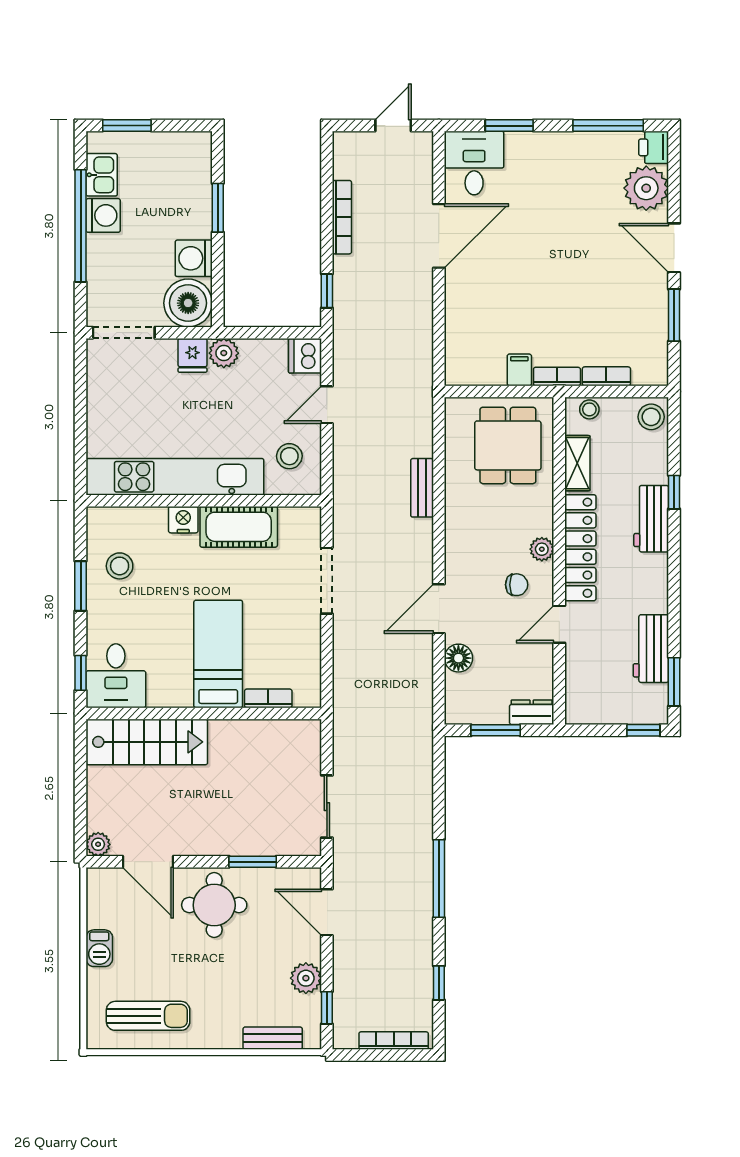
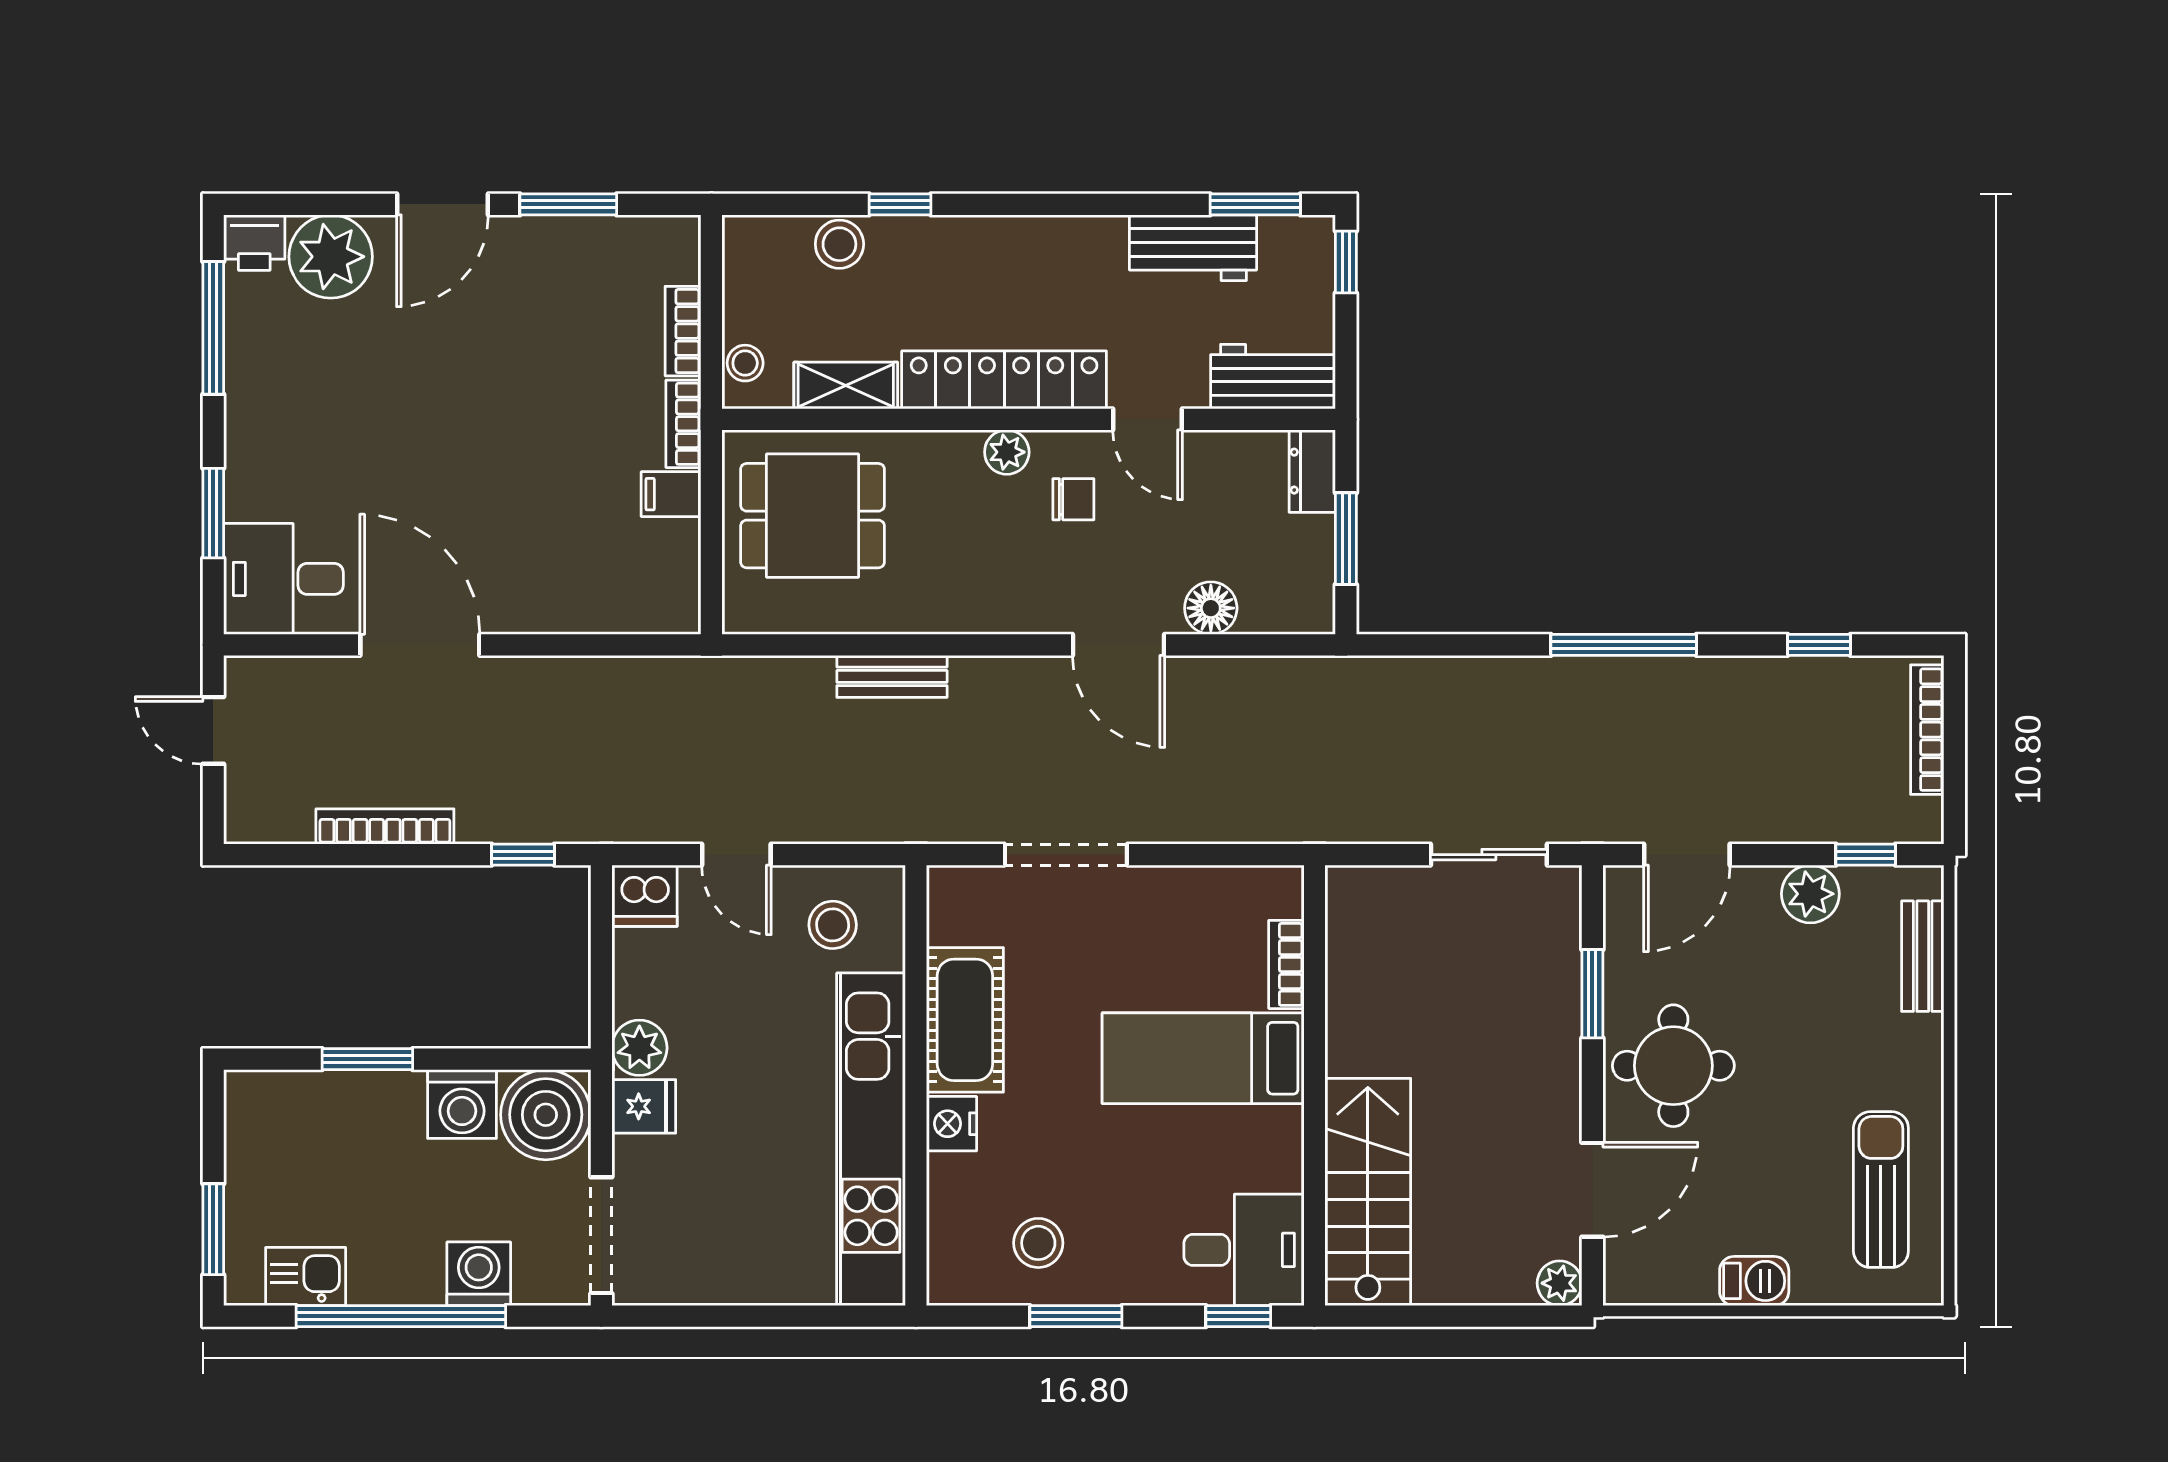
washing machine: (103, 215) -> (479, 1274), moved
stool: (651, 417) -> (839, 244), moved
workbench: (651, 519) -> (1273, 377), moved, turned 180
chair: (517, 585) -> (1073, 499), turned 90

